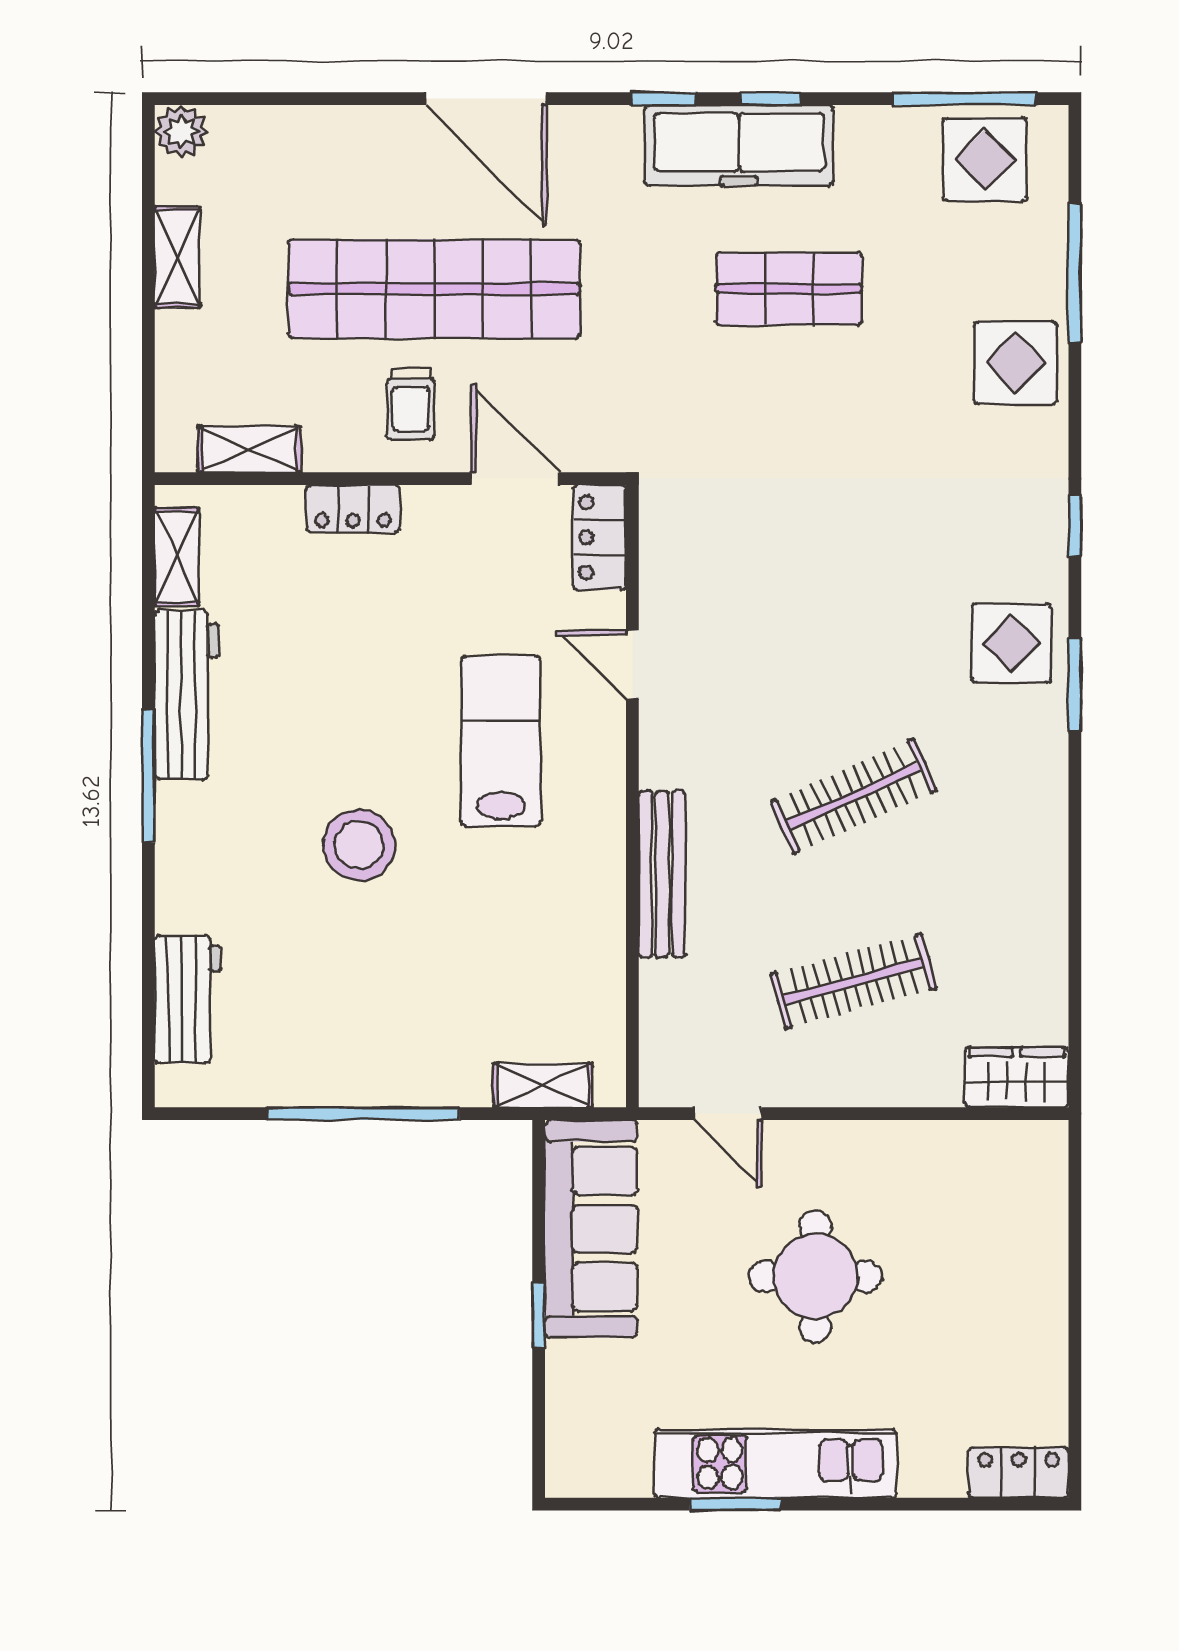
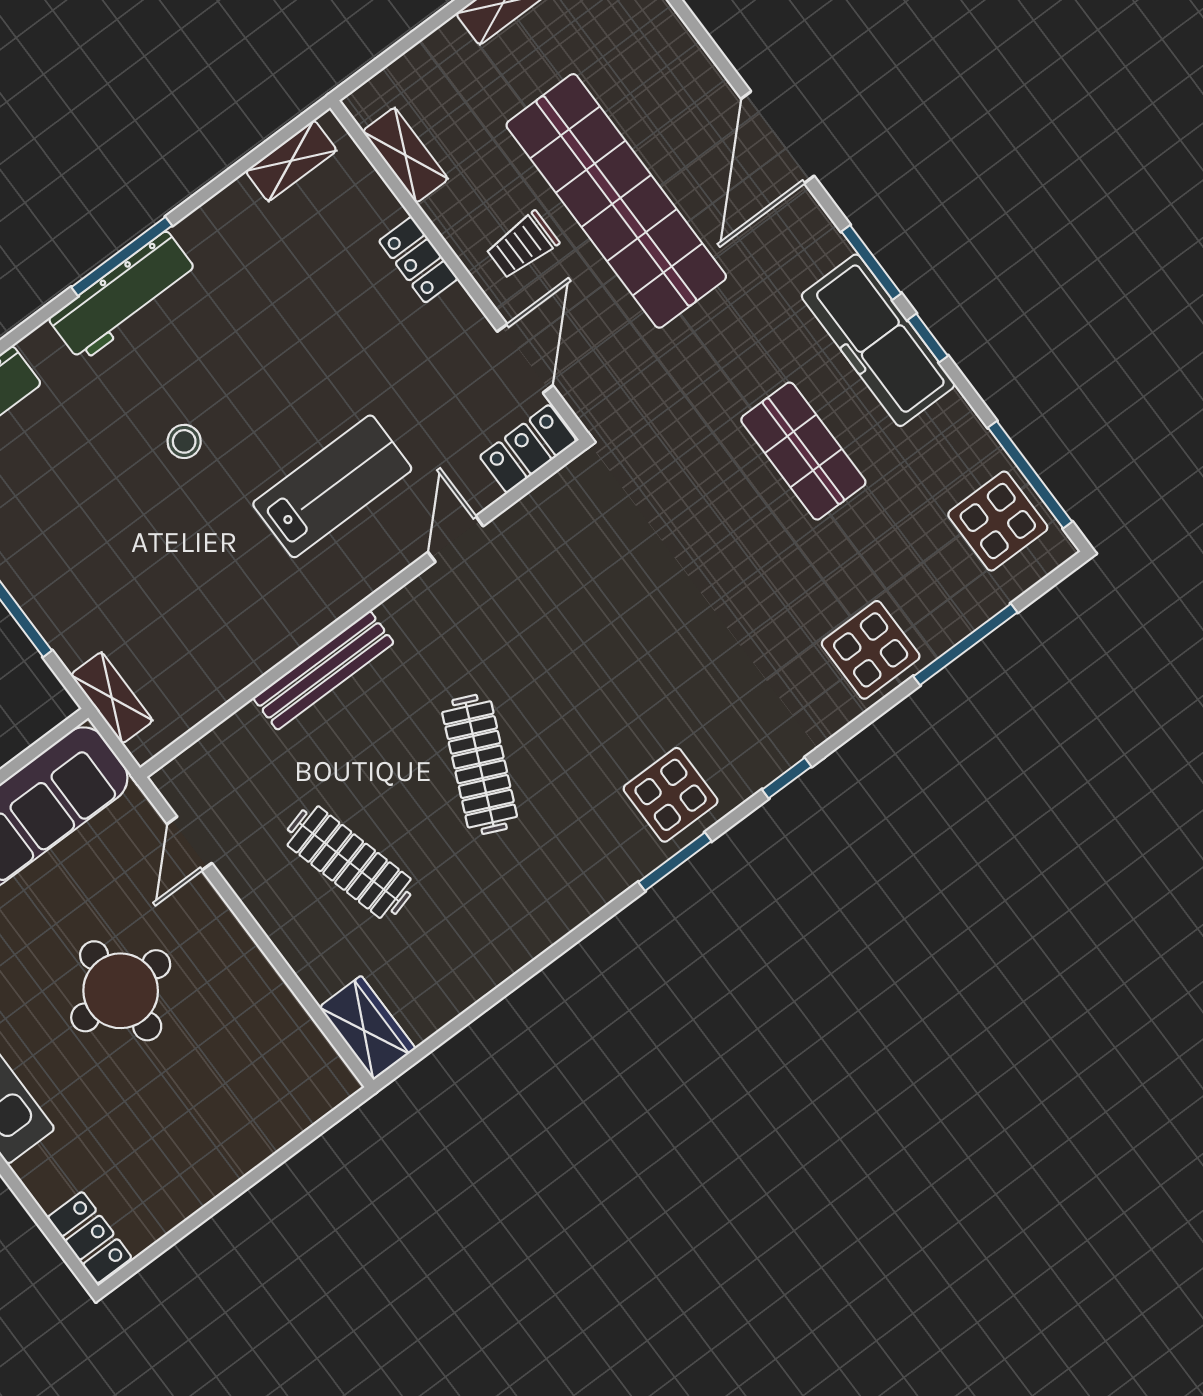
window: (664, 99) -> (871, 262), width x1.50
workbench: (186, 695) -> (124, 297), moved
clothes rail: (854, 796) -> (480, 764), turned 48
stool: (359, 845) -> (184, 441), width x0.53, depth x0.53

